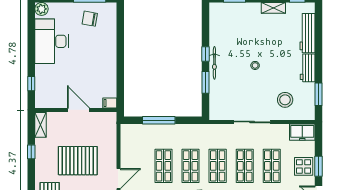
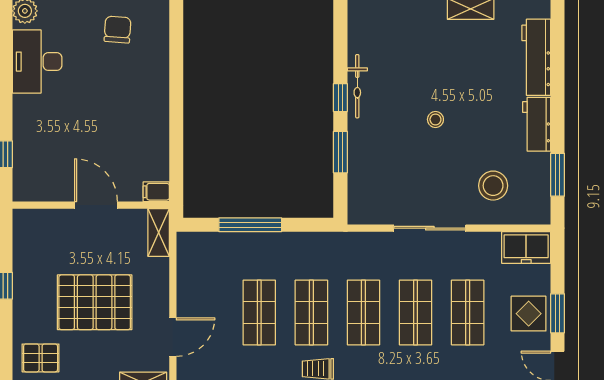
chair: (90, 19) -> (118, 30), turned 84
desk: (52, 41) -> (37, 62), width x0.73, depth x0.77
bicycle: (214, 63) -> (357, 86), moved
shelving: (41, 125) -> (159, 232), moved

